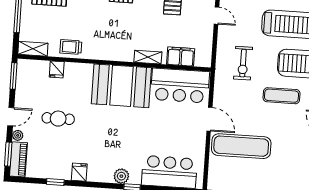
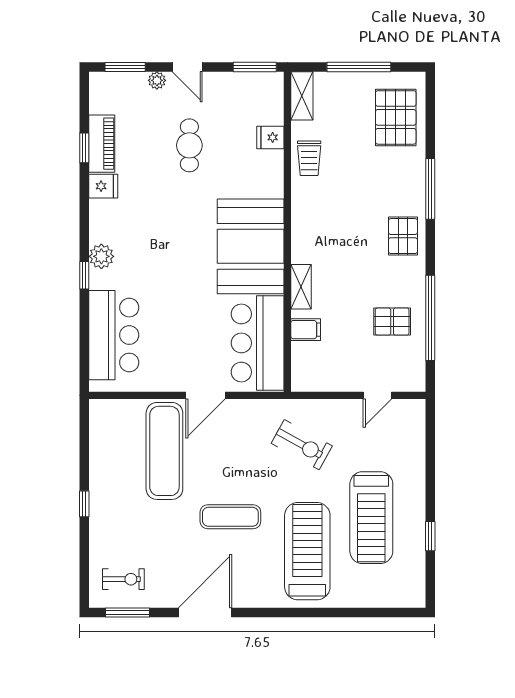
trolley: (71, 47) -> (309, 158), turned 180
filing cabinet: (181, 57) -> (306, 330), width x0.50
exercise bike: (243, 63) -> (302, 445), turned -151
exercise mat: (282, 96) -> (230, 517), moved, turned 90
piano: (18, 159) -> (102, 144), moved, turned -90

